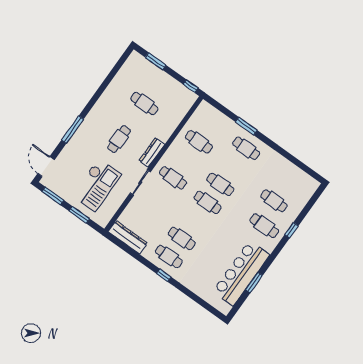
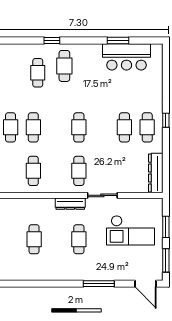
cafe table: (119, 139) -> (79, 239), turned 90
door: (46, 167) -> (146, 284), hinge flipped
cafe table: (220, 184) -> (33, 127), moved
checkout: (97, 185) -> (130, 230), turned 180
bar counter: (241, 273) -> (126, 57), width x0.73

